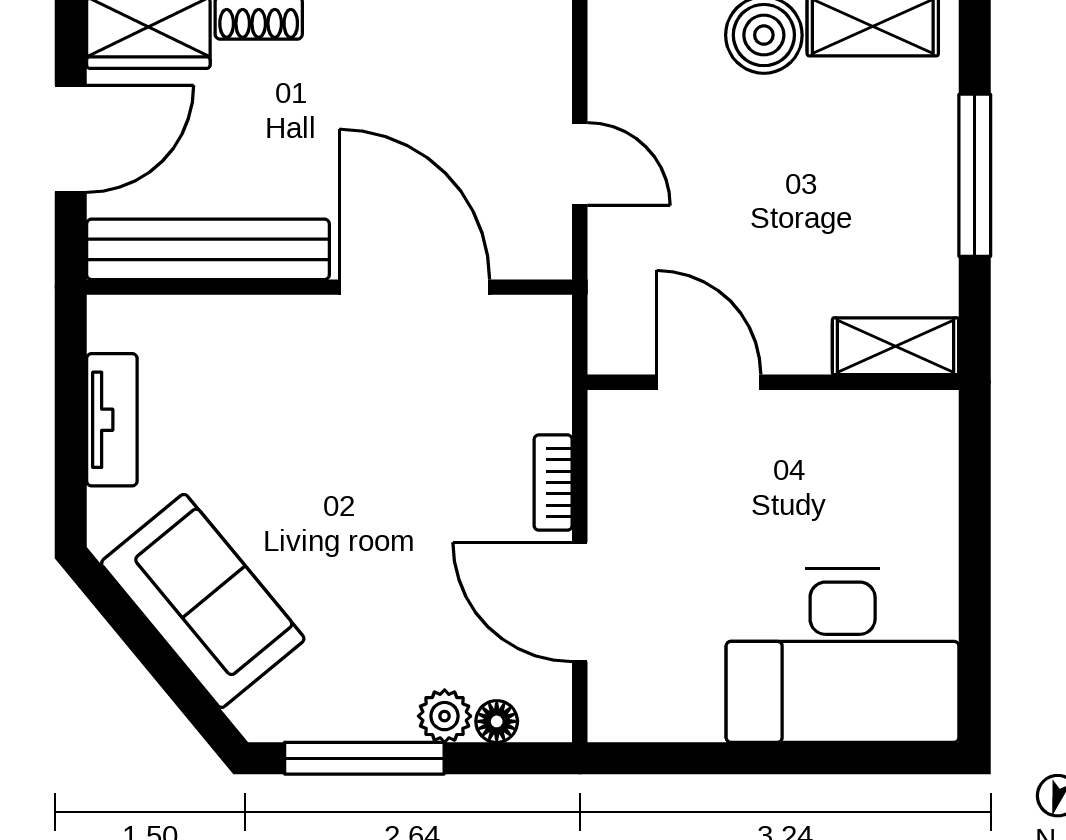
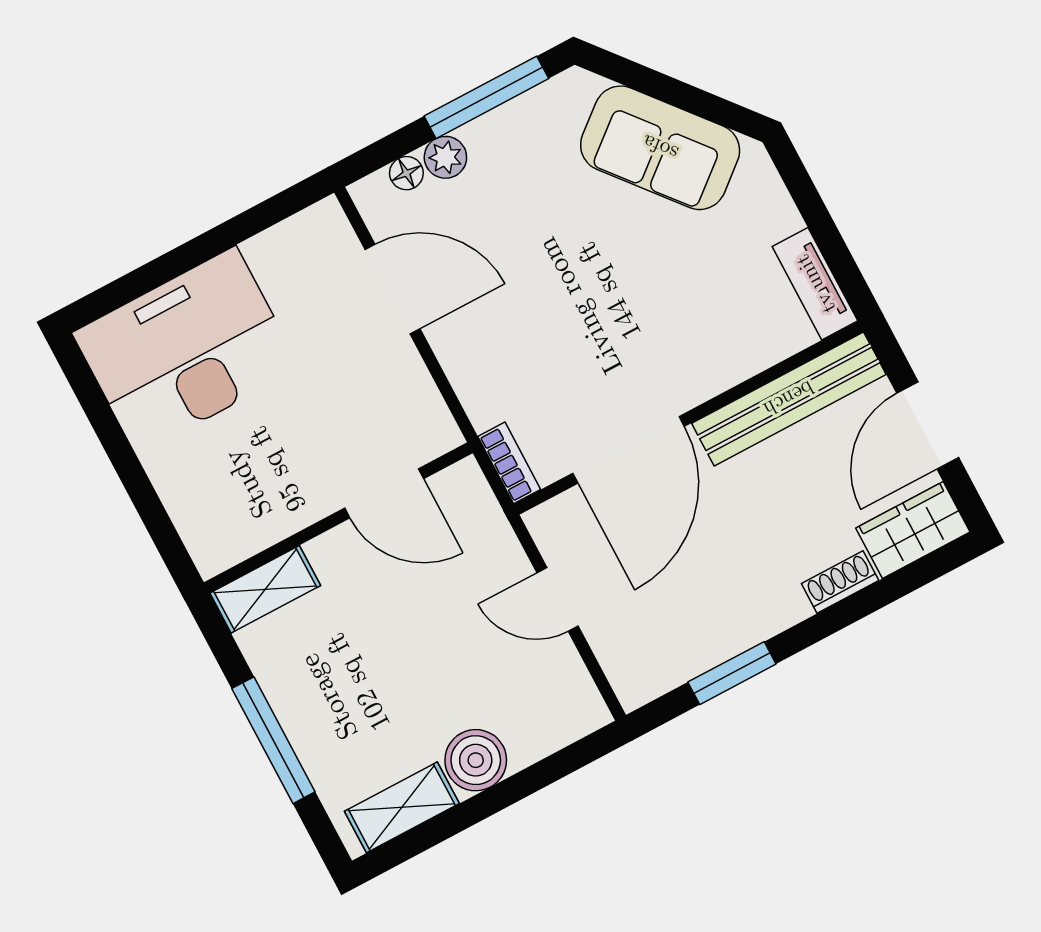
door: (414, 287) -> (628, 450), hinge flipped
tv unit: (112, 420) -> (815, 284), moved
bookcase: (553, 483) -> (509, 463), moved

